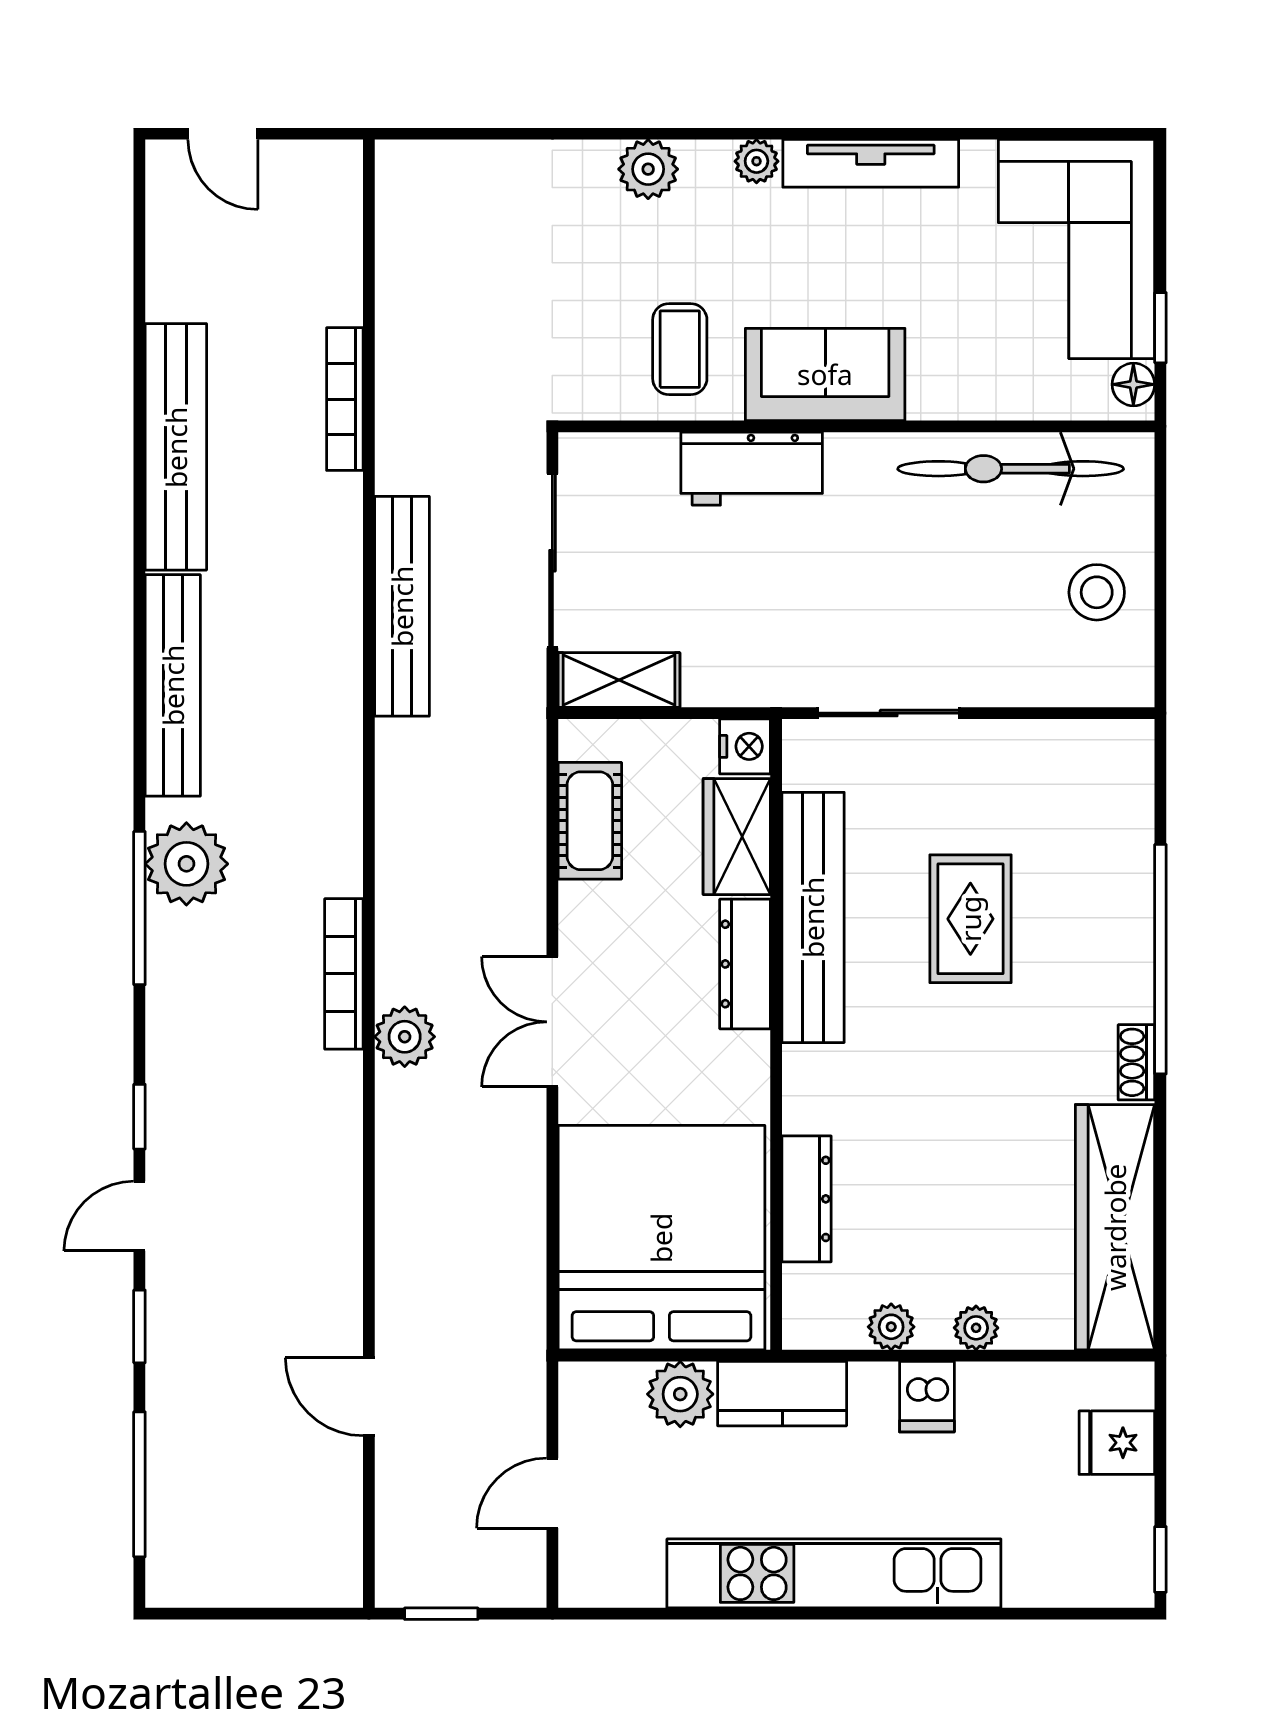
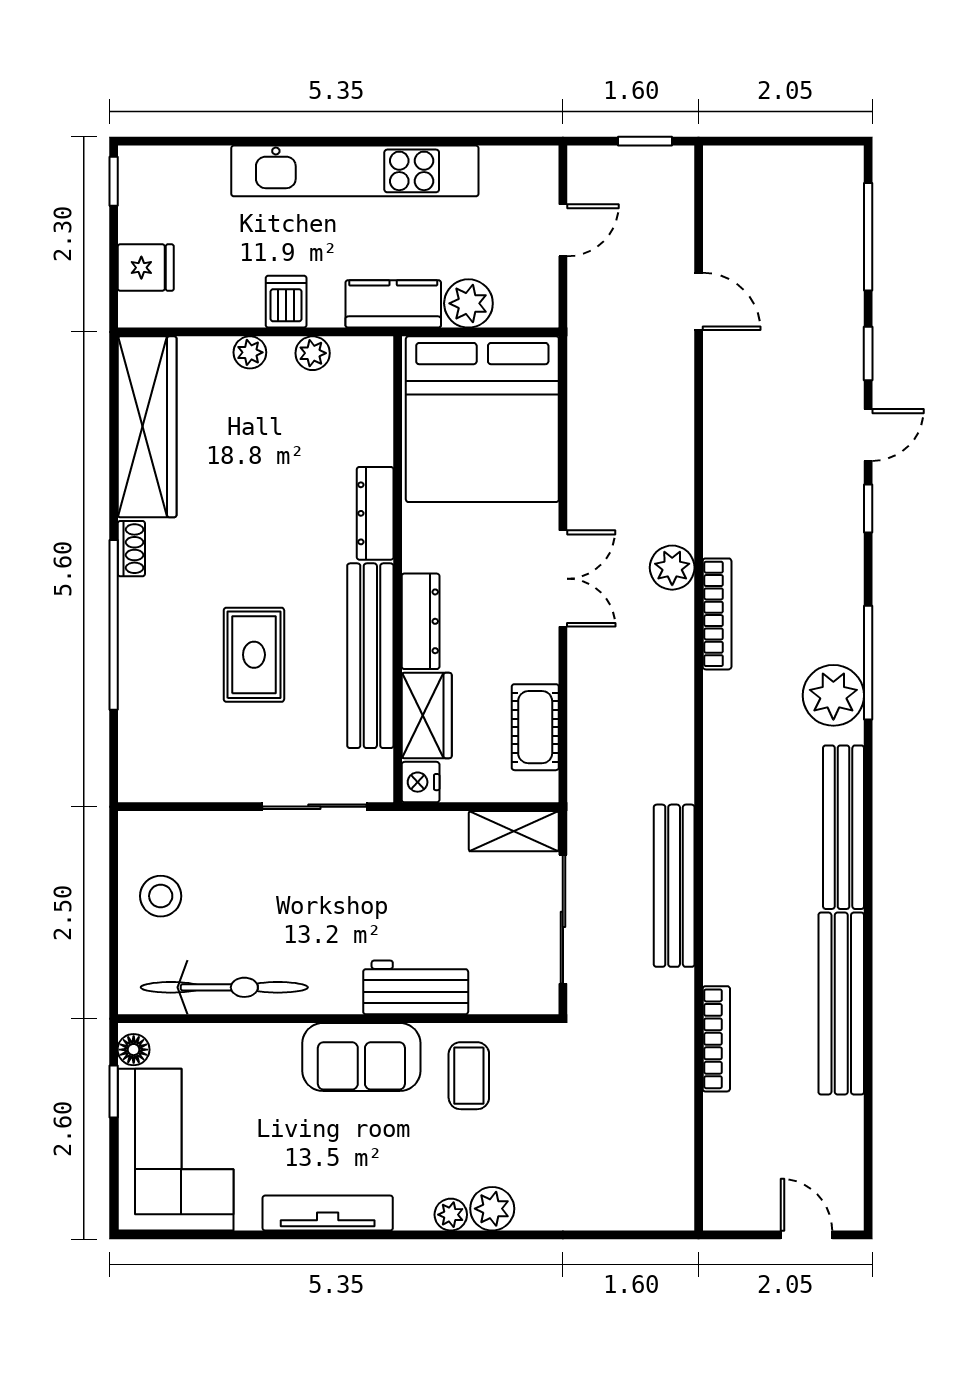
plant: (756, 161) -> (451, 1215), moved
dresser: (807, 1199) -> (375, 513), moved

